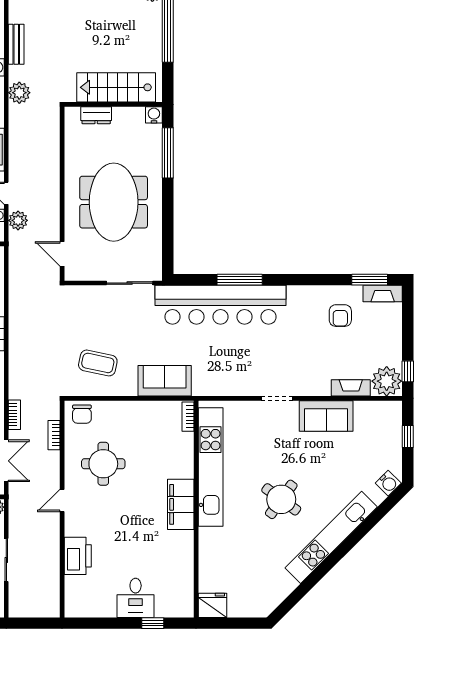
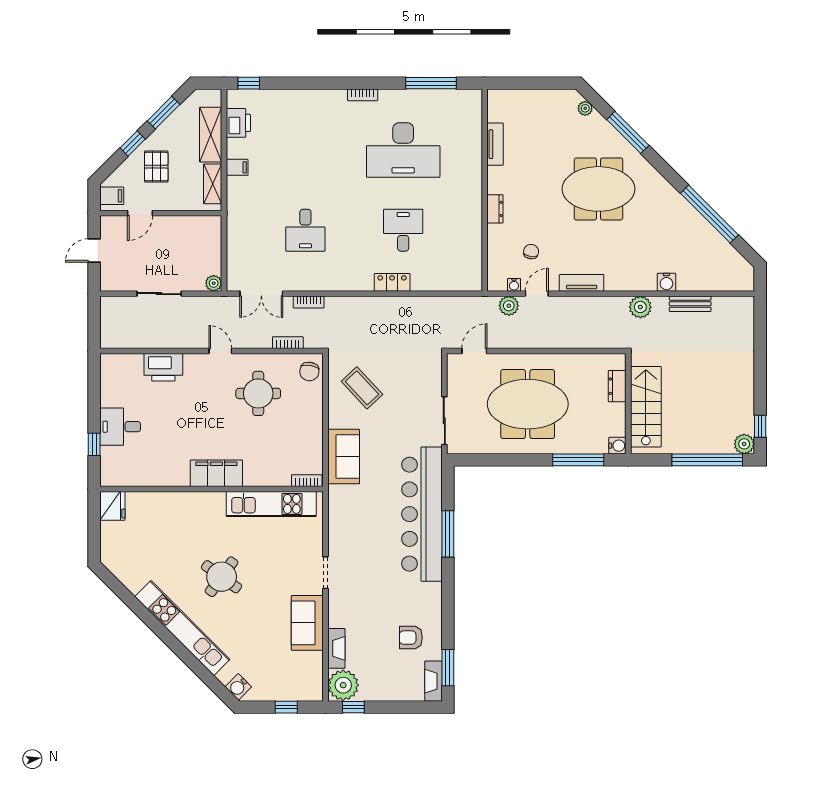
coffee table: (98, 363) -> (362, 388), turned -55
chair: (82, 414) -> (309, 371), turned -81
kitchen unit: (211, 467) -> (271, 504), width x0.73

